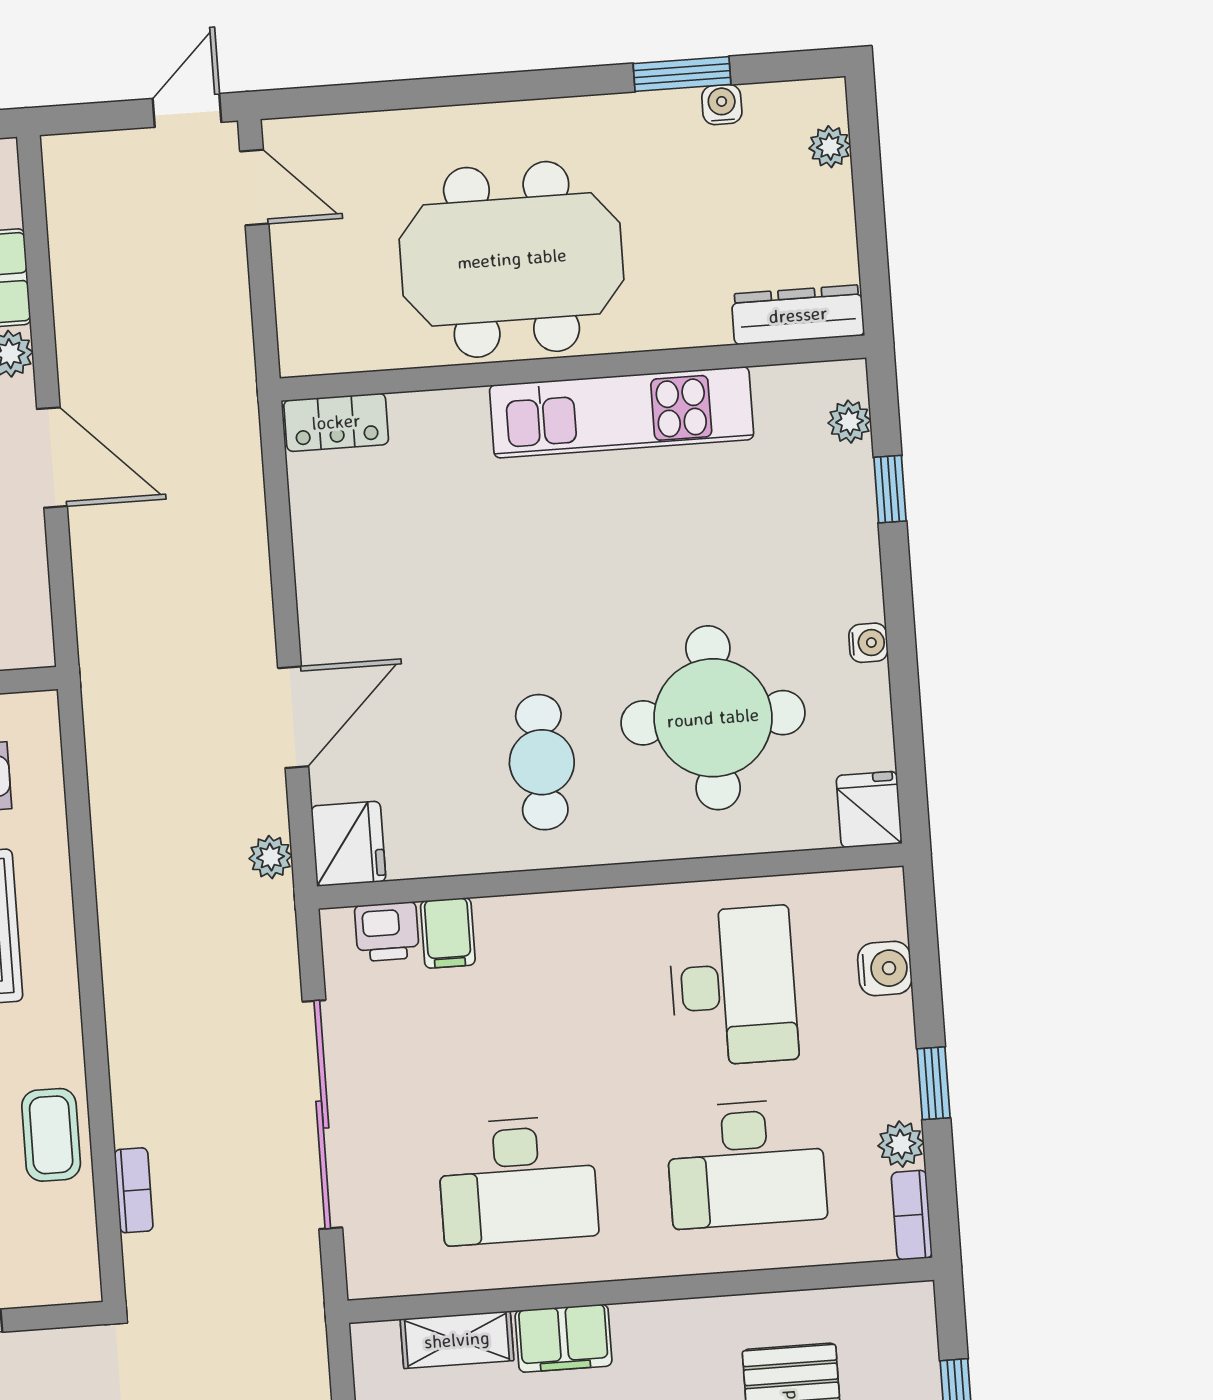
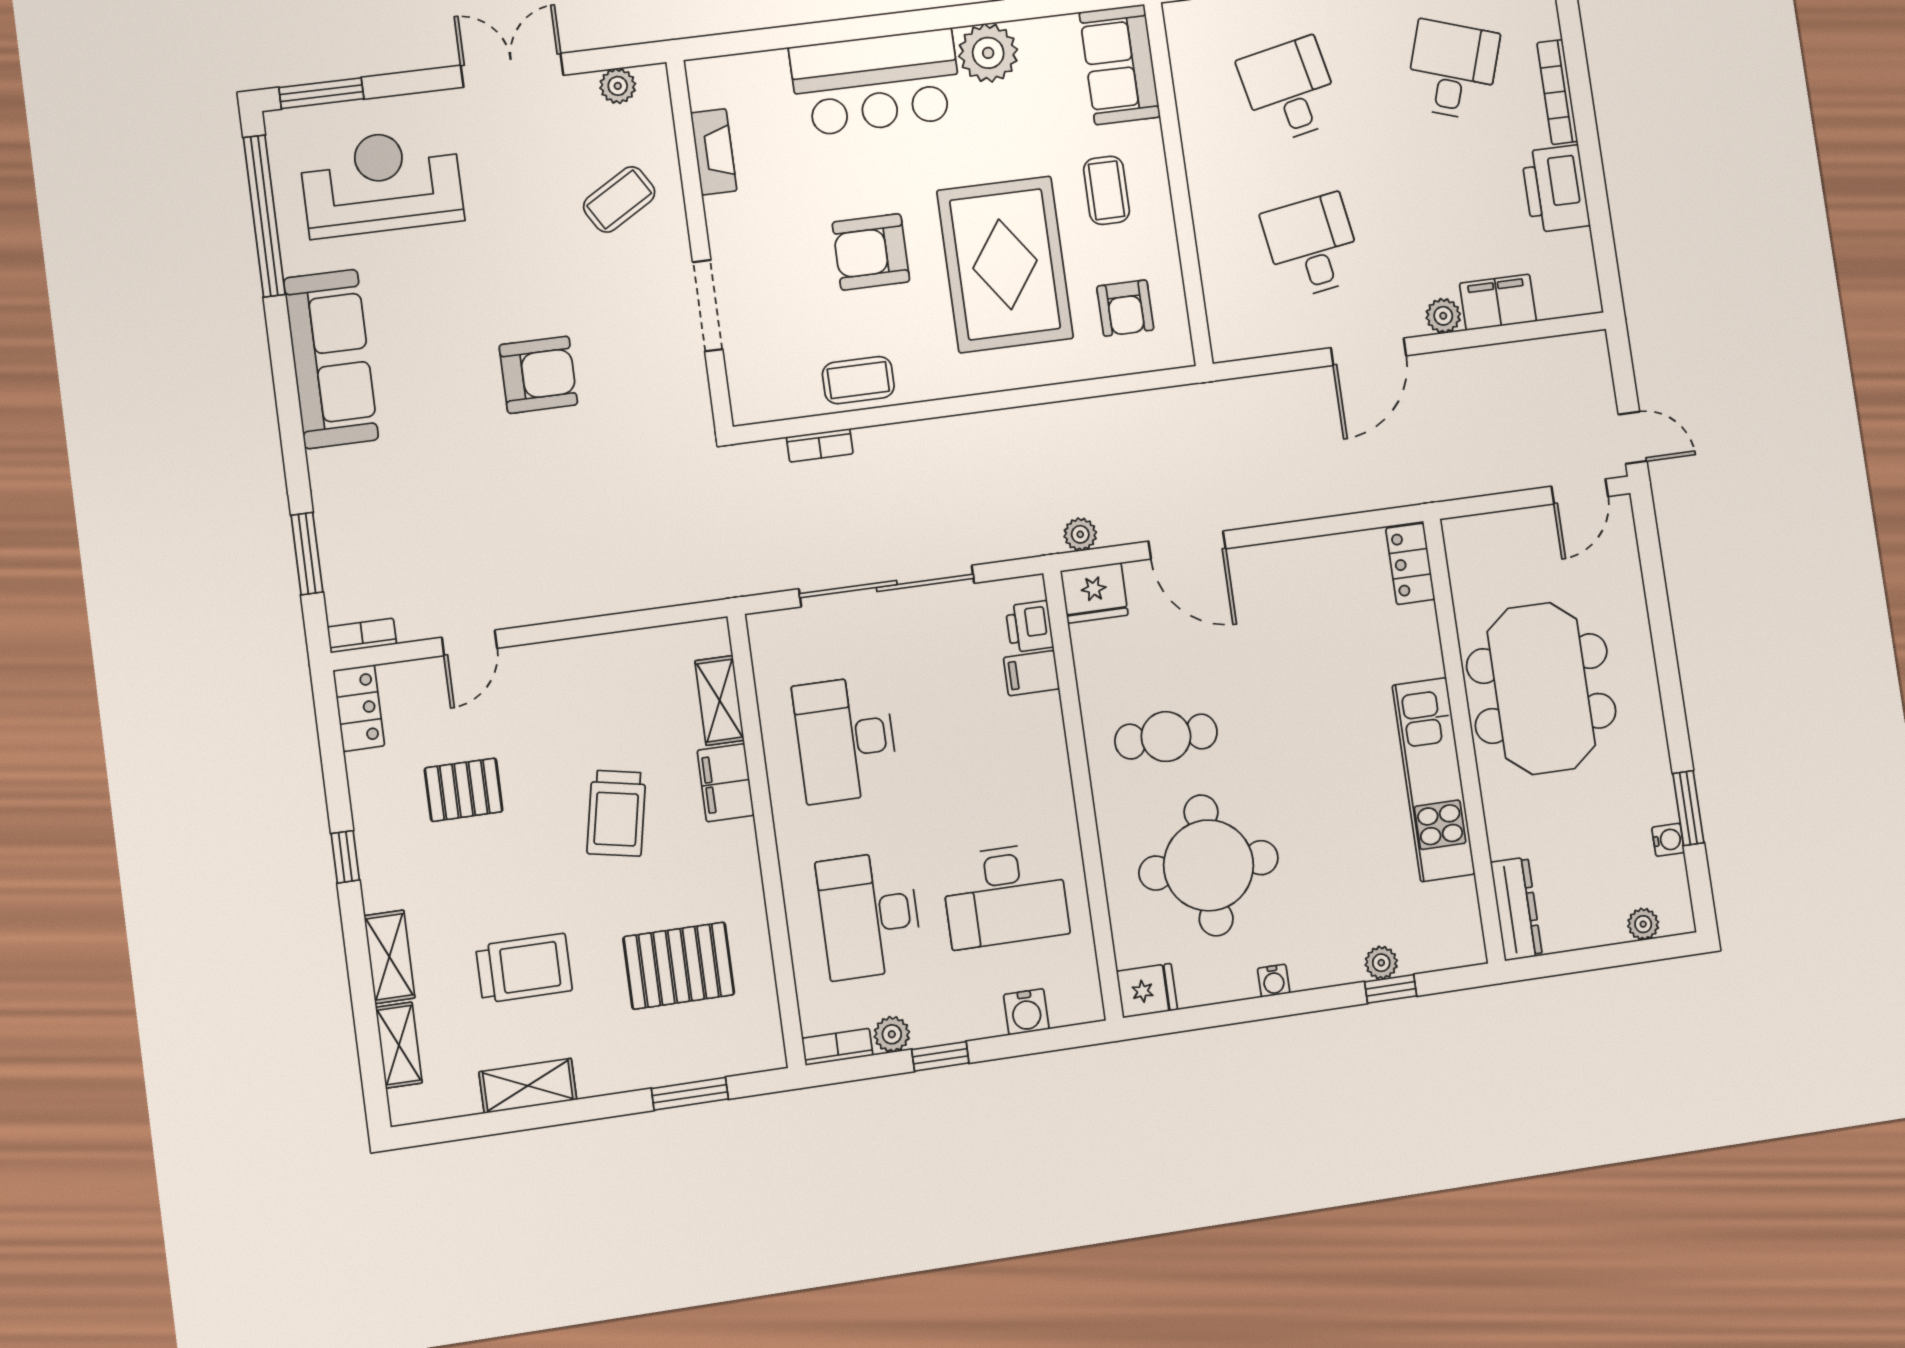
plant: (849, 422) -> (1381, 963), moved

